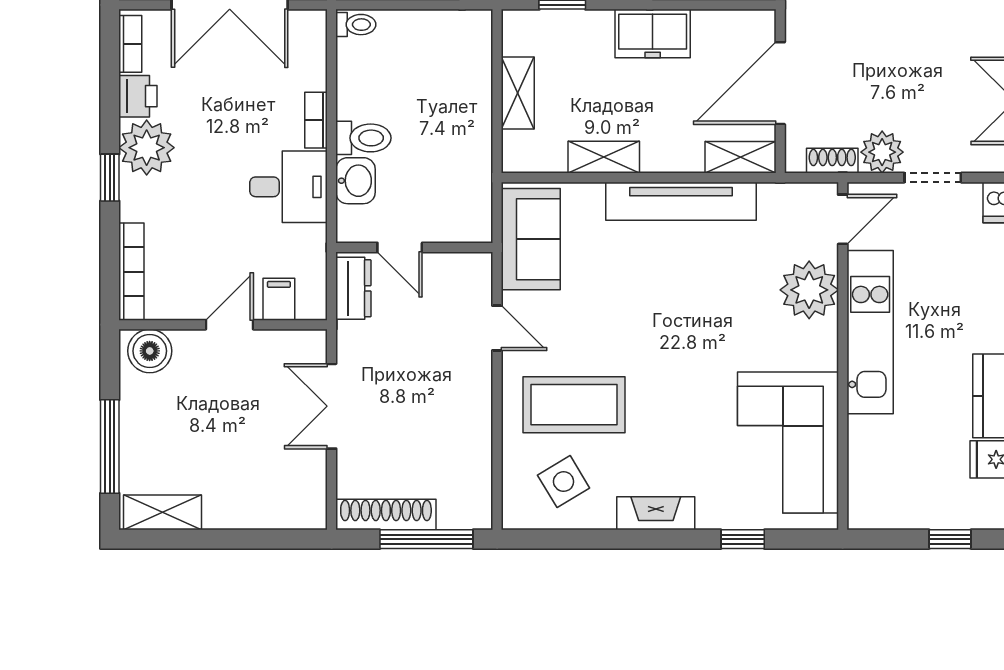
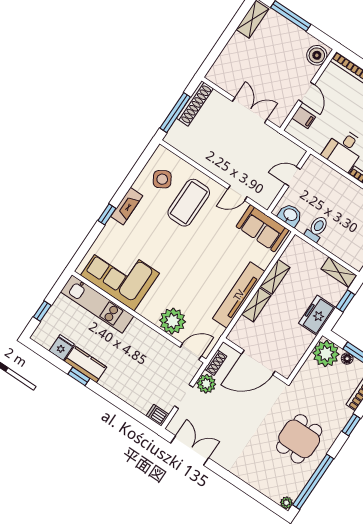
freezer: (653, 34) -> (317, 315), moved
door: (780, 83) -> (258, 363), swing flipped
shelving: (518, 93) -> (339, 272), moved
toilet: (363, 138) -> (317, 229), moved, turned 180
shelving: (740, 157) -> (256, 305), moved
washbasin: (356, 181) -> (290, 215), moved, turned 180
door: (843, 219) -> (191, 352), swing flipped
dresser: (353, 288) -> (289, 149), removed
kitchen unit: (870, 332) -> (97, 304), moved
window: (743, 539) -> (107, 214), moved

